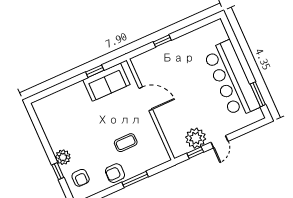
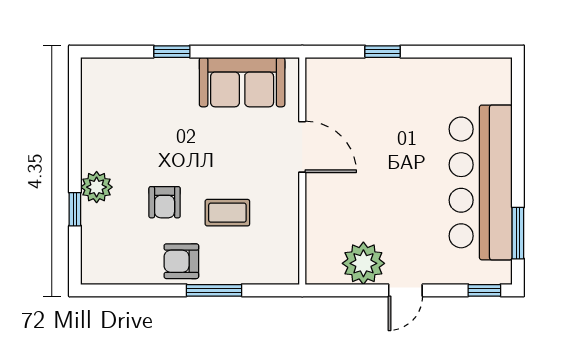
window: (95, 71) -> (172, 52), moved
window: (195, 153) -> (484, 290), moved
armchair: (81, 178) -> (165, 202), moved

